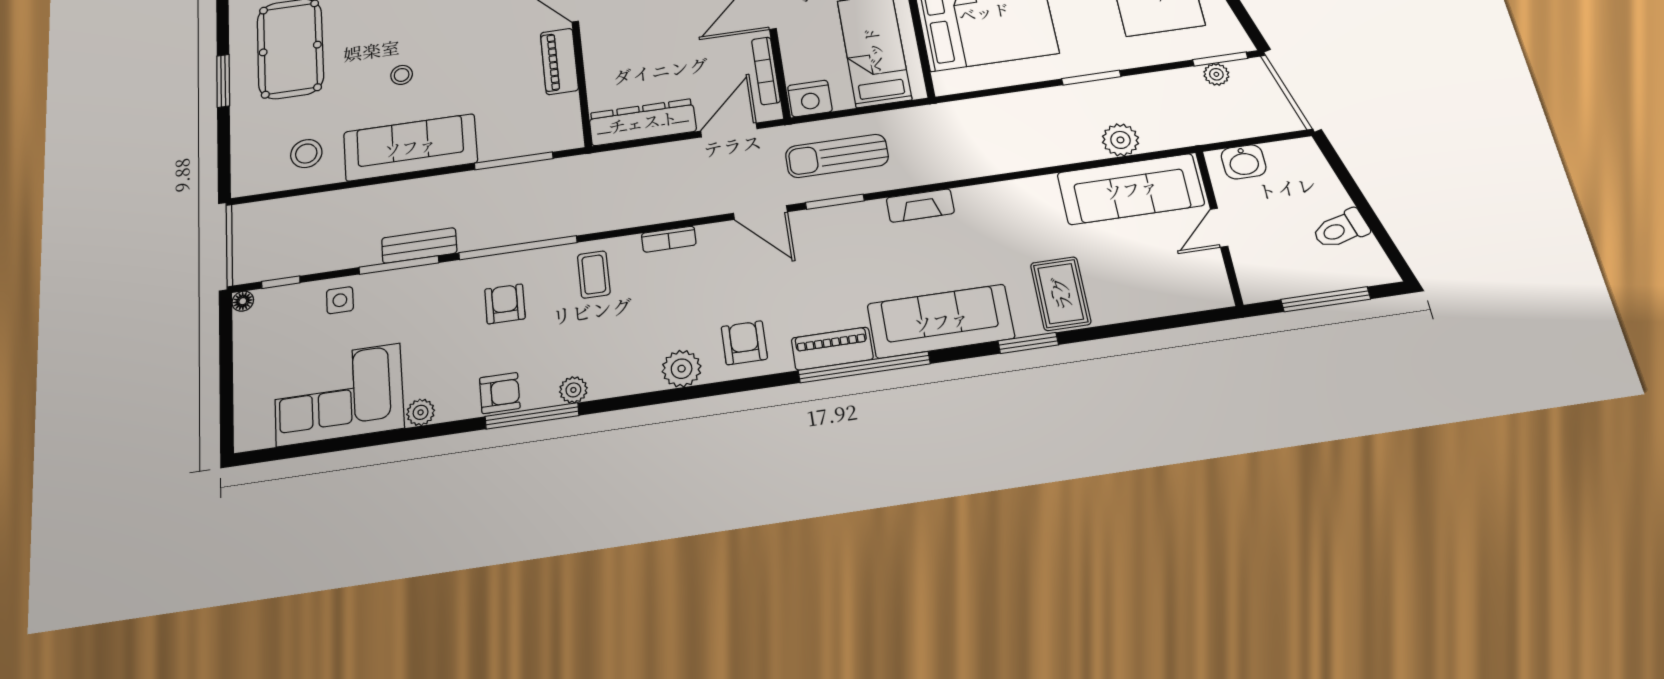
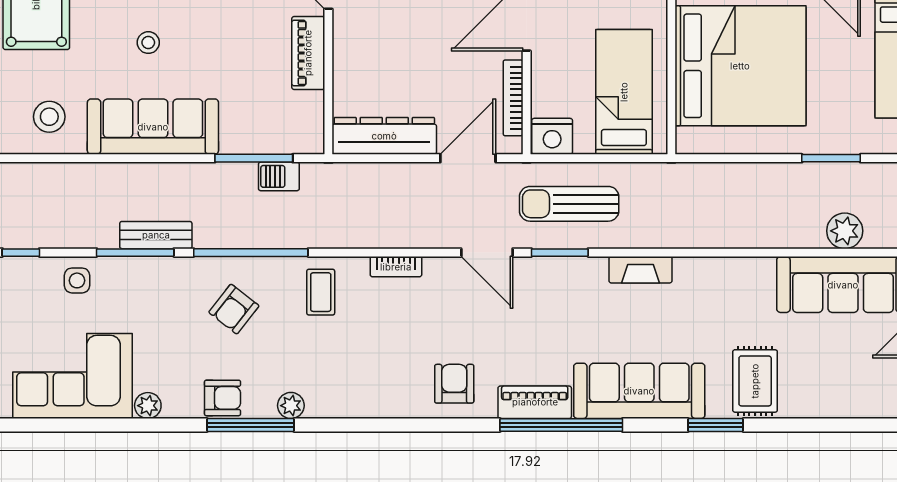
barbecue: (541, 174) -> (279, 176), added
armchair: (505, 304) -> (234, 309), turned -142
plant: (682, 369) -> (393, 400), removed

